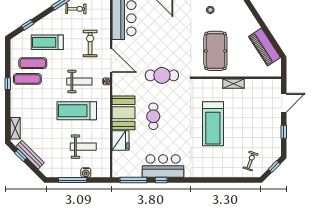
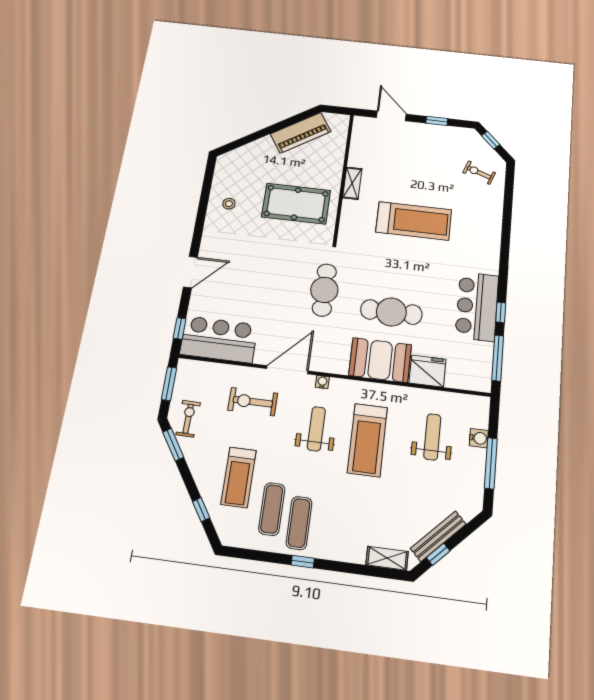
cafe table: (153, 116) -> (391, 312), width x1.37, depth x1.35

